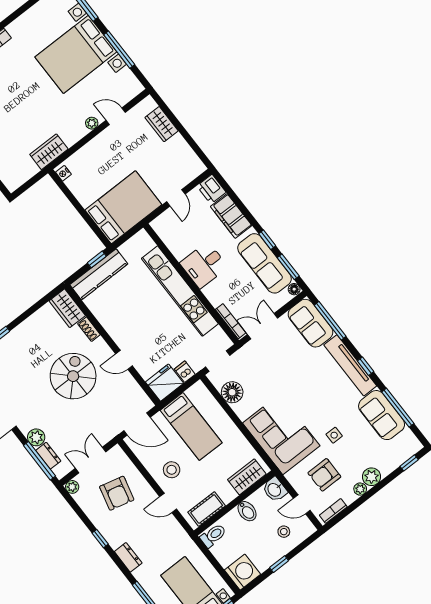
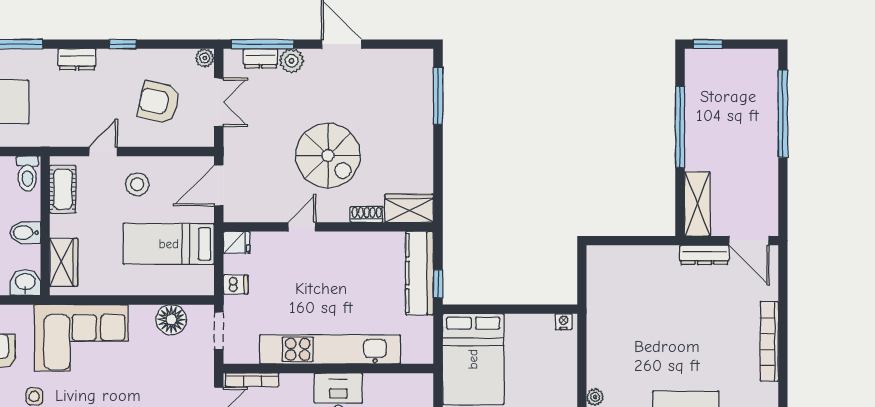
wardrobe: (49, 152) -> (600, 324), removed
fridge: (165, 383) -> (236, 243), width x0.53, depth x0.75

